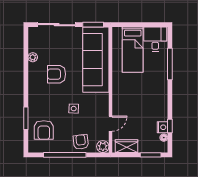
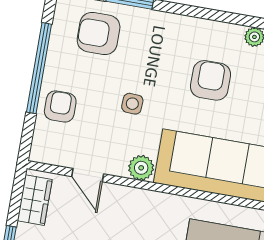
armchair: (81, 142) -> (60, 107), turned -83
plant: (103, 147) -> (141, 168), moved

